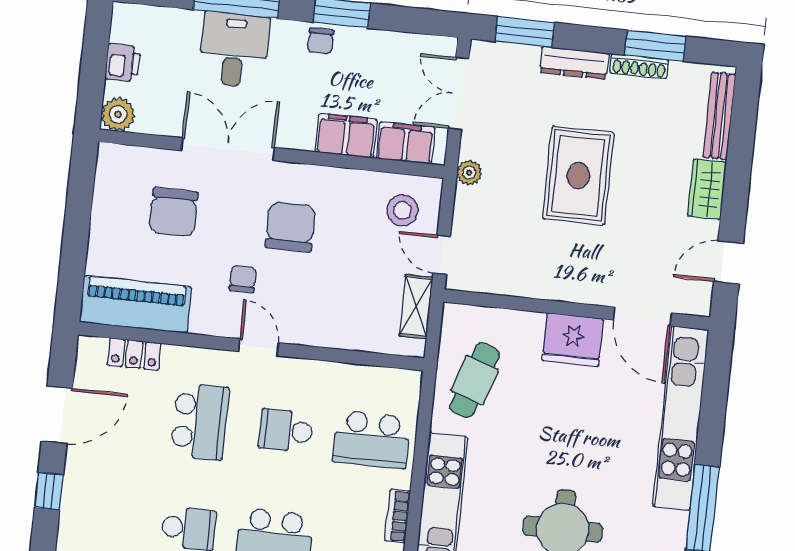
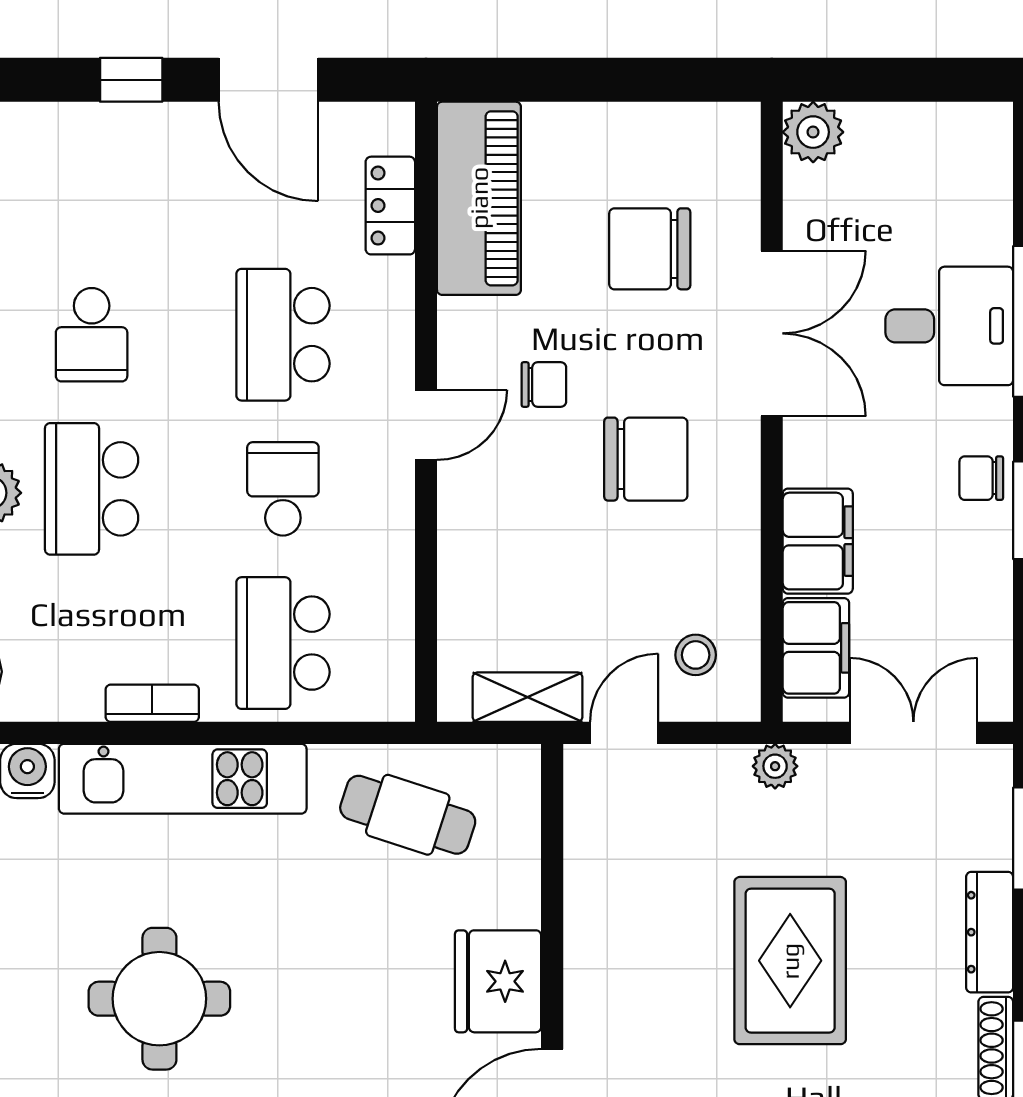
printer: (123, 63) -> (906, 131), removed
rug: (578, 176) -> (790, 961), turned 90
stool: (402, 210) -> (696, 655), width x0.73, depth x0.73
school desk: (200, 422) -> (283, 335), turned 90

